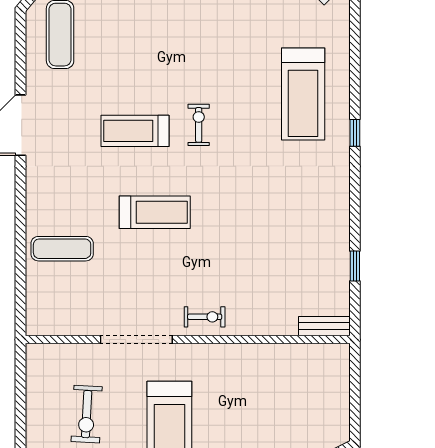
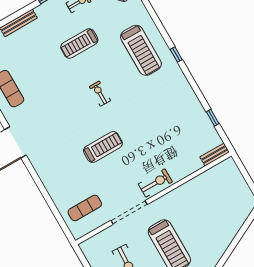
treadmill: (135, 131) -> (79, 43), moved
exercise mat: (62, 249) -> (85, 208), moved
exercise bike: (205, 317) -> (155, 183), width x1.38, depth x1.39

